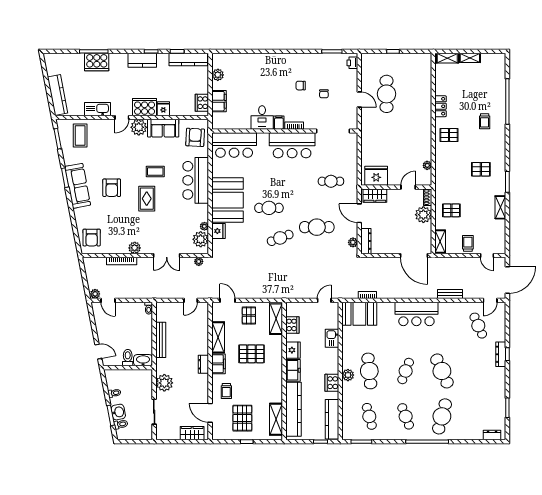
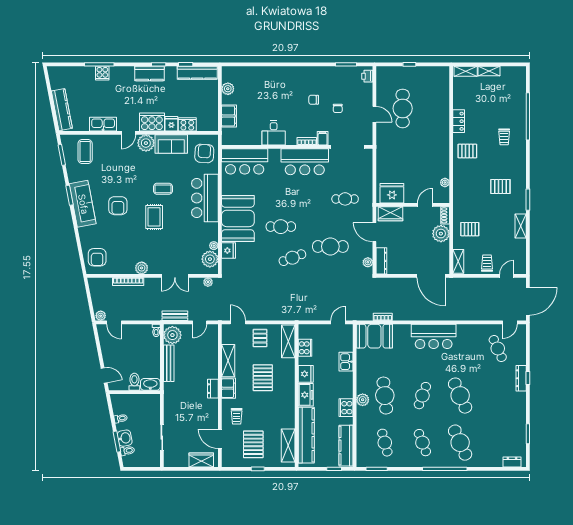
cooker: (97, 62) -> (102, 73), width x0.53, depth x0.76
cooker: (202, 103) -> (187, 124), moved, turned 90
filing cabinet: (279, 123) -> (323, 138), moved
door: (487, 255) -> (507, 276), swing flipped
bench: (450, 294) -> (175, 316), moved
pallet: (252, 354) -> (263, 378), turned 90
plant: (164, 383) -> (172, 335), moved
cafe table: (442, 416) -> (460, 443), turned -39

